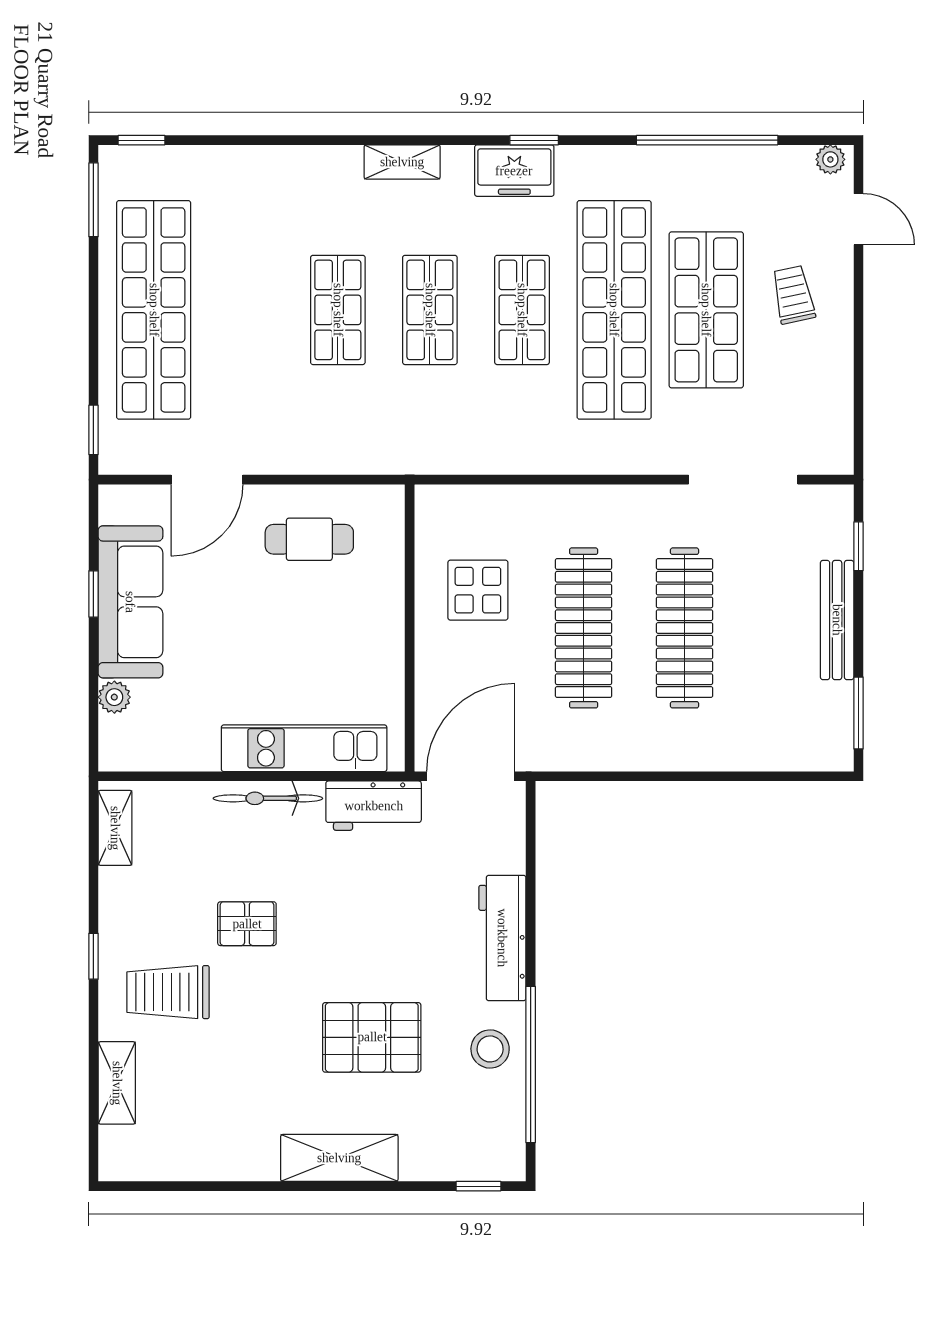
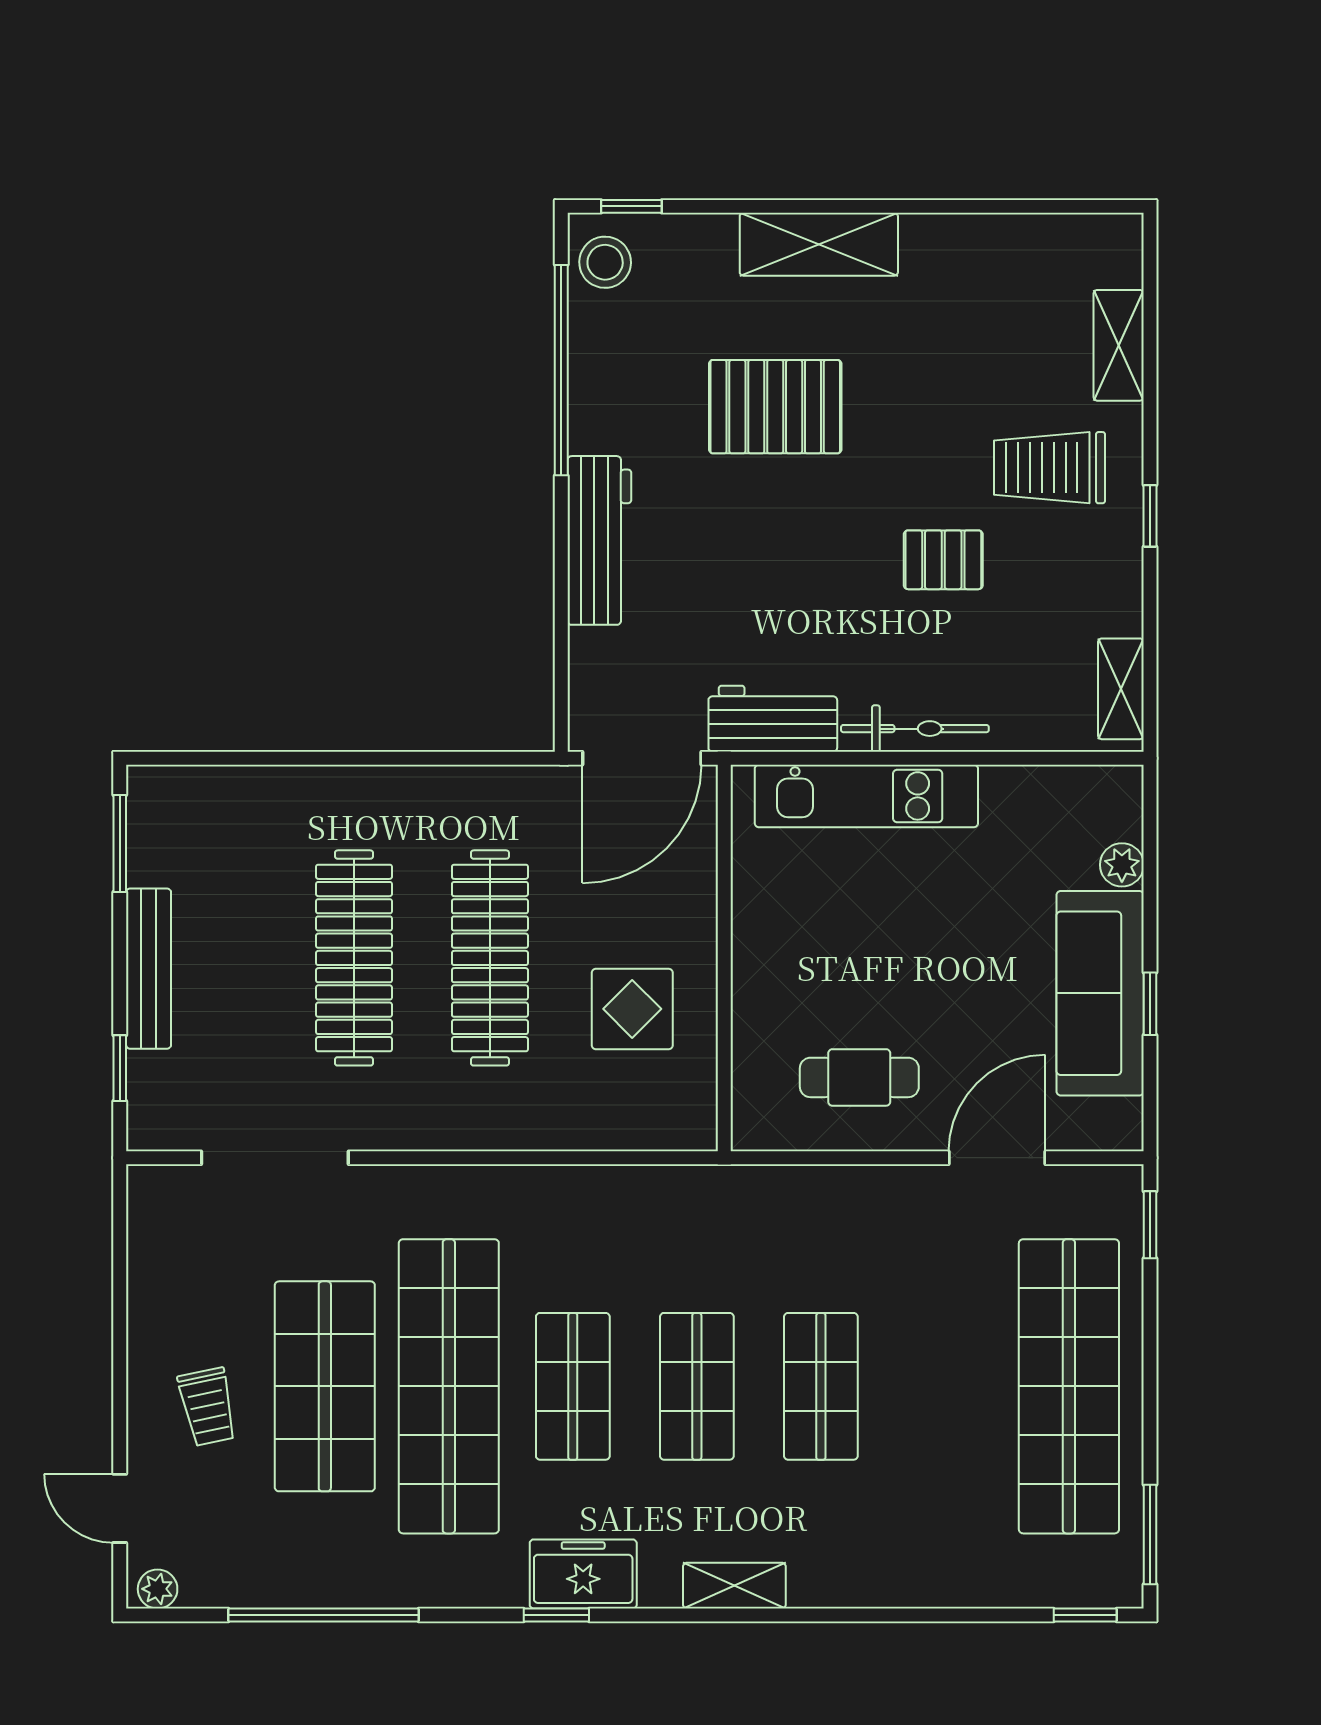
trolley: (168, 992) -> (1050, 468), turned 180
stool: (490, 1049) -> (605, 262), moved

